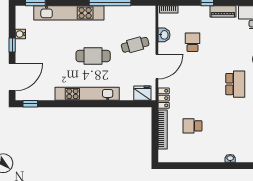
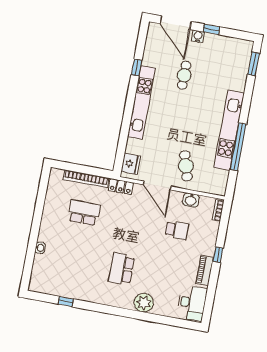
kitchen unit: (69, 13) -> (229, 130), moved
water cooler: (20, 34) -> (198, 36), moved
cafe table: (93, 56) -> (184, 75), moved, width x0.73, depth x0.74
school desk: (235, 84) -> (121, 269), turned 90
window: (30, 104) -> (136, 68), moved
school desk: (192, 126) -> (84, 213), width x1.85

